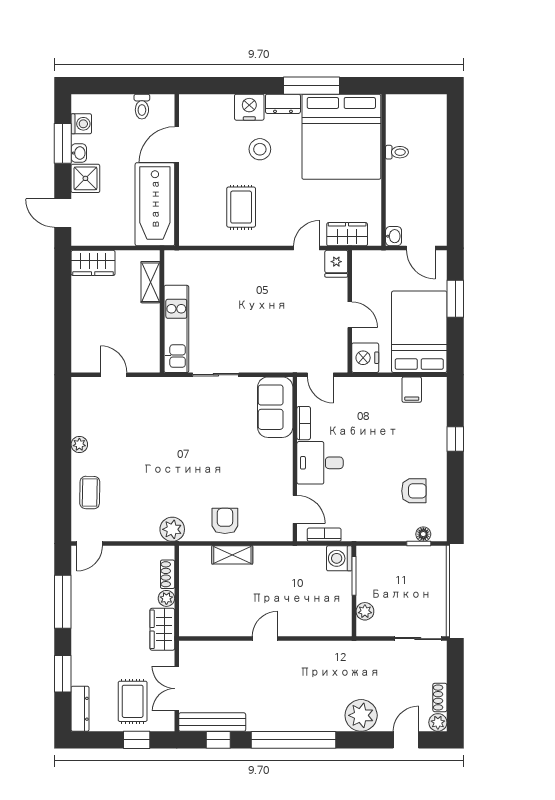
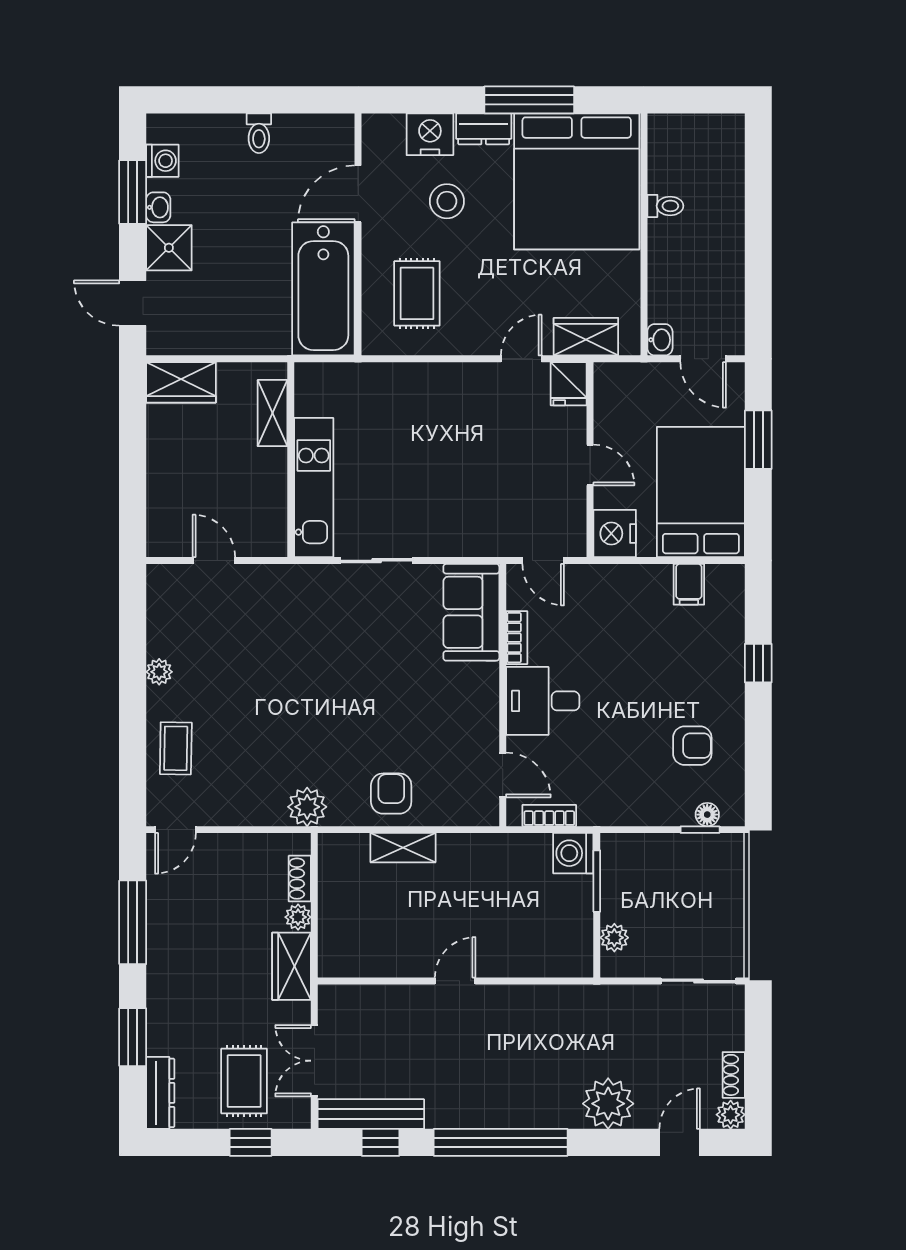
door: (177, 145) -> (358, 194), moved
wall: (177, 170) -> (358, 234), moved
bathtub: (155, 204) -> (323, 289), moved

